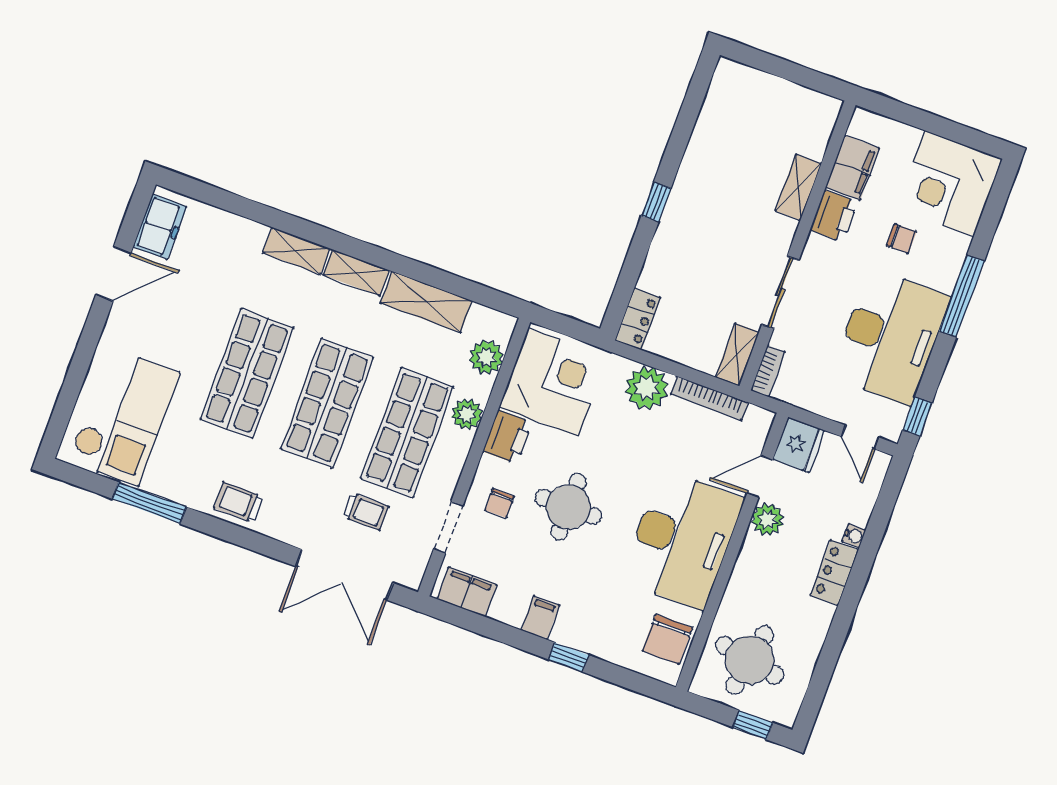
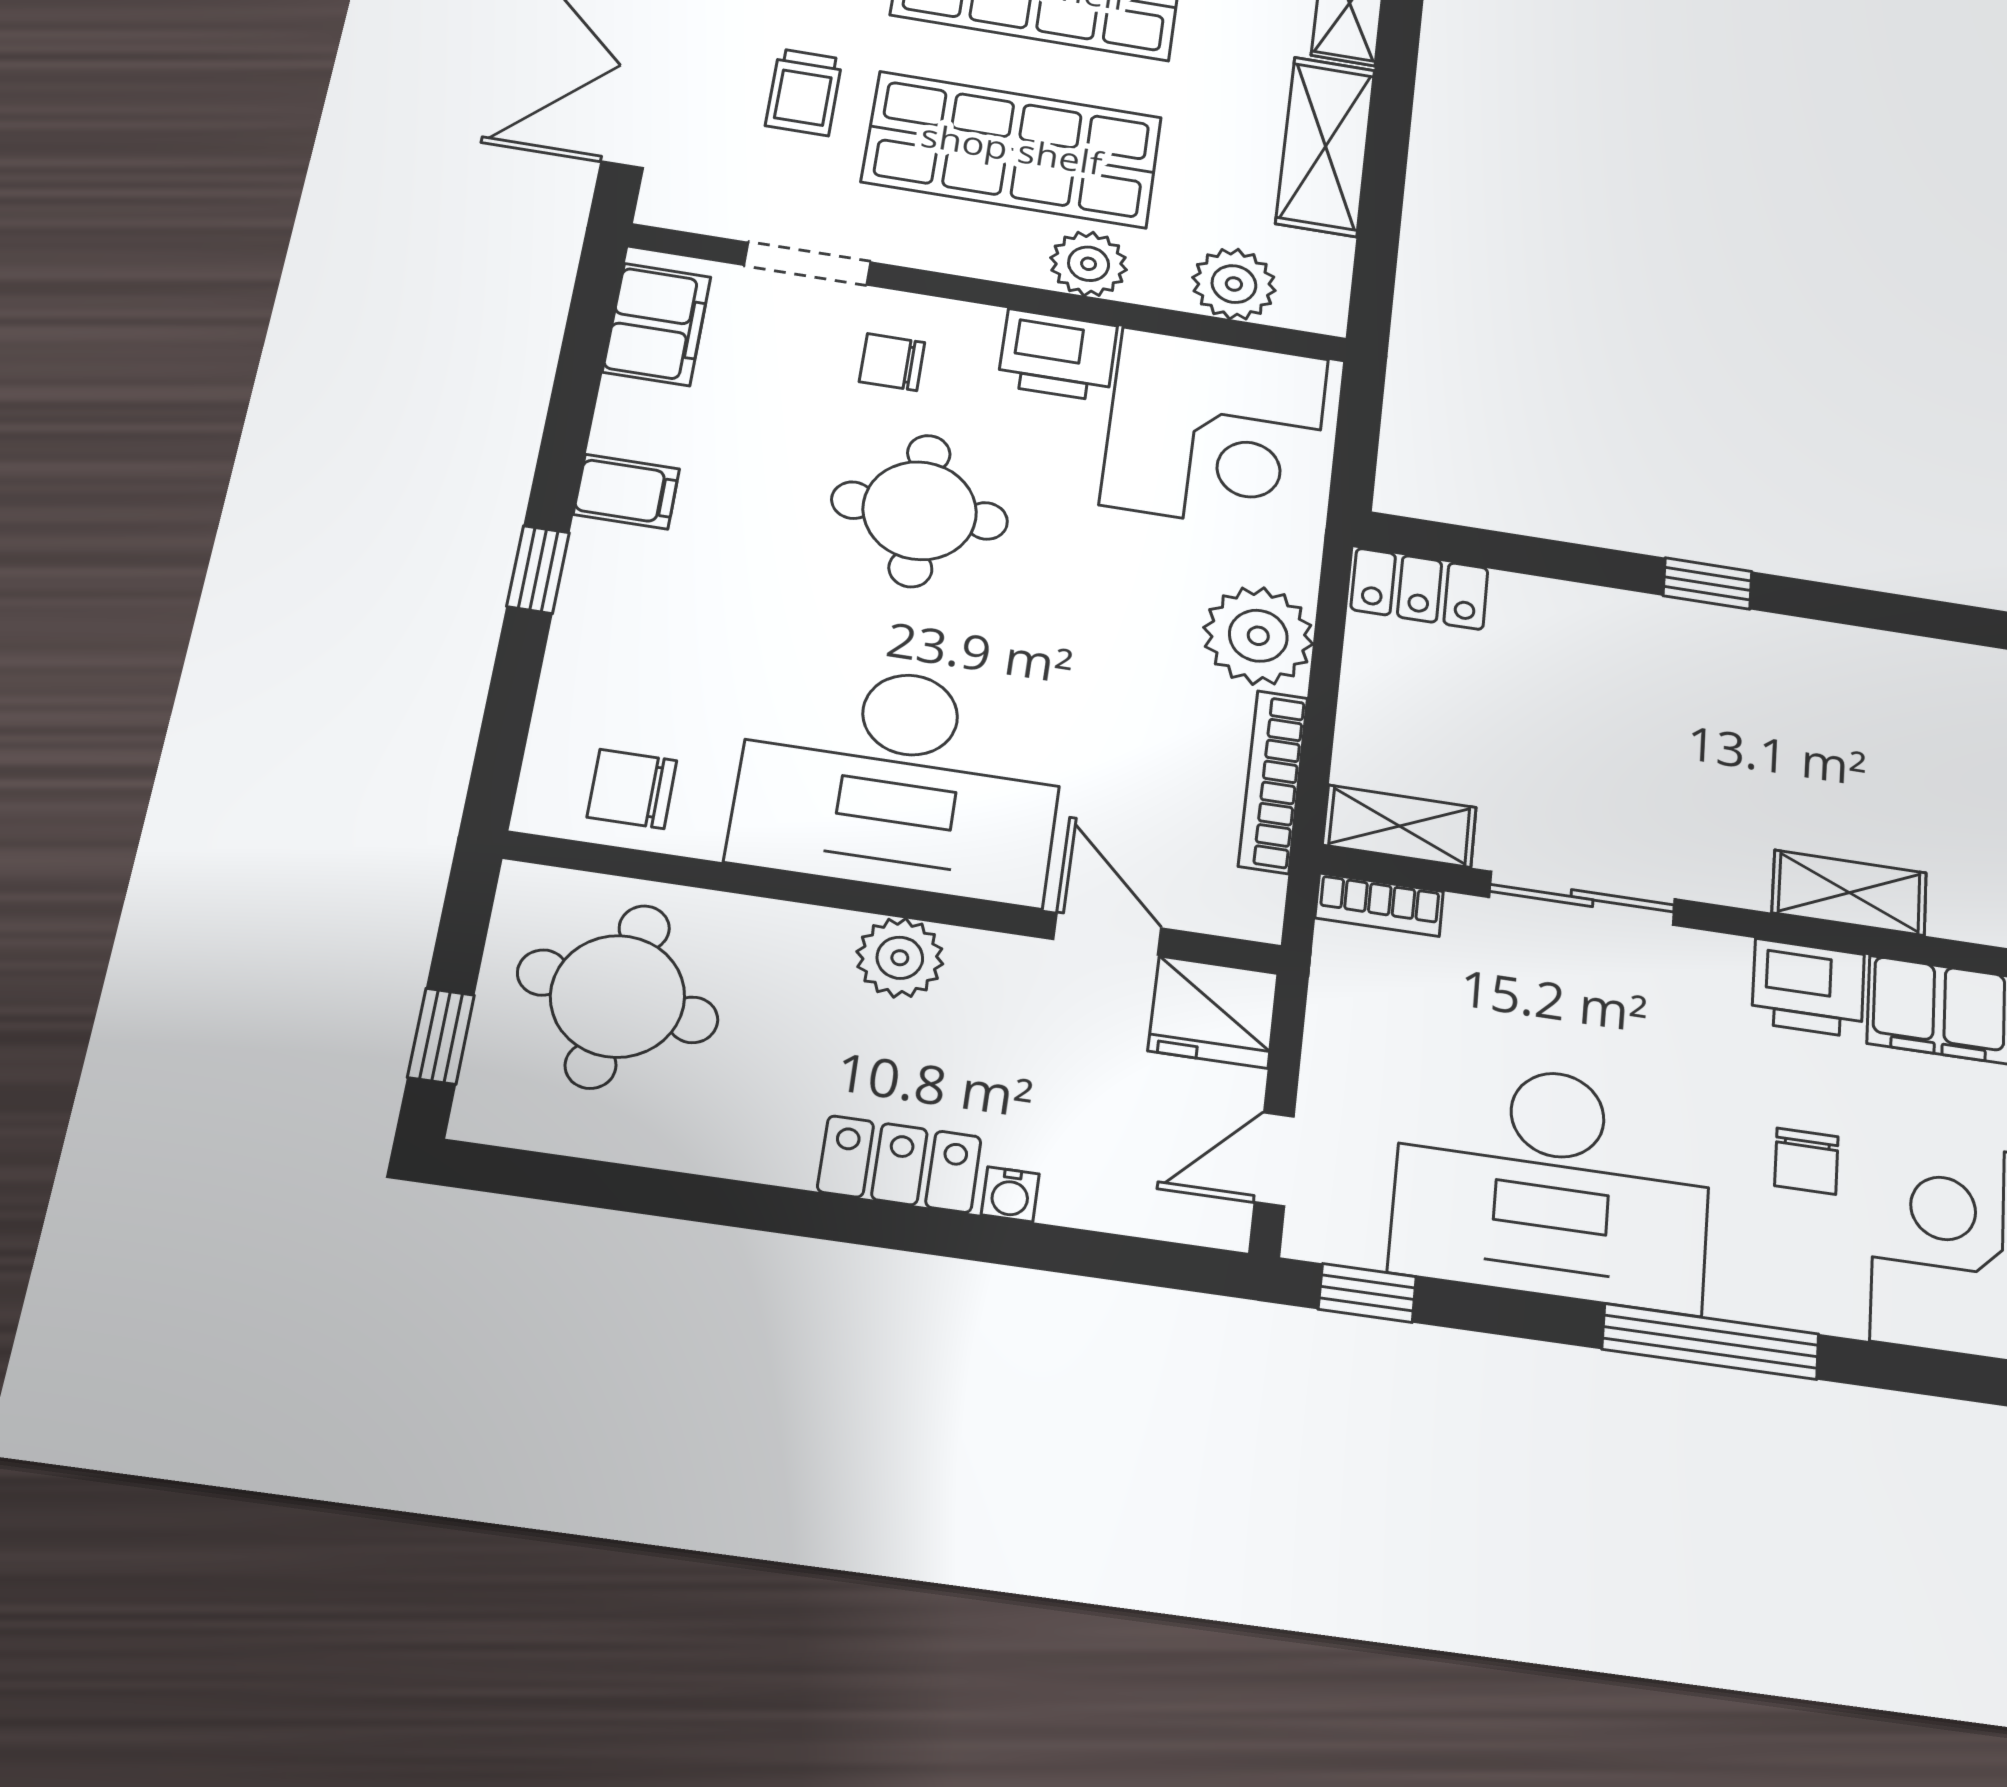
plant: (768, 520) -> (900, 958), moved
chair: (667, 639) -> (632, 789), width x0.73, depth x0.73

